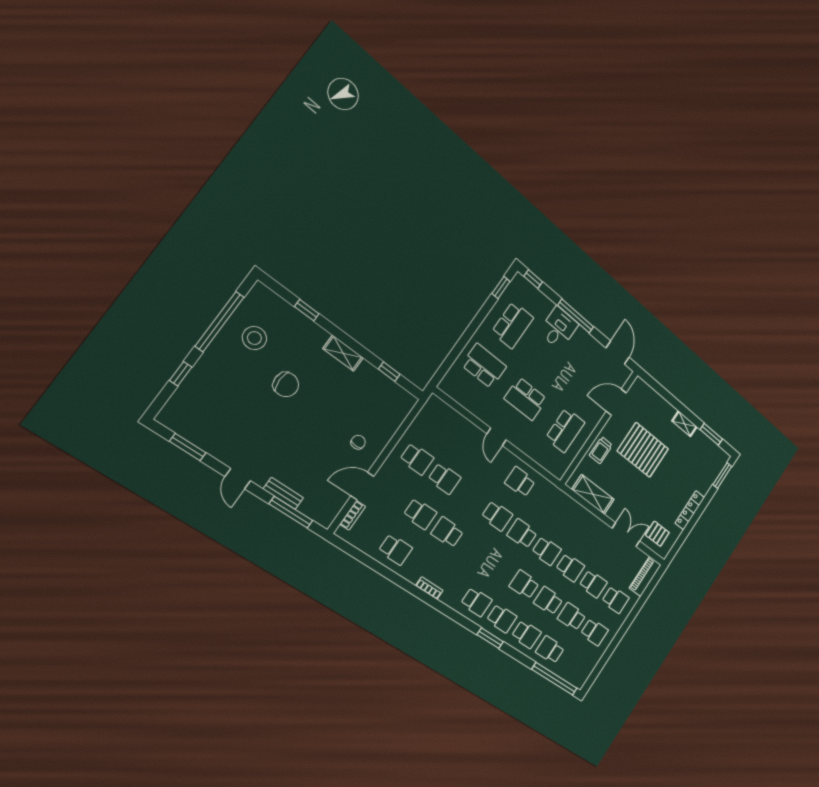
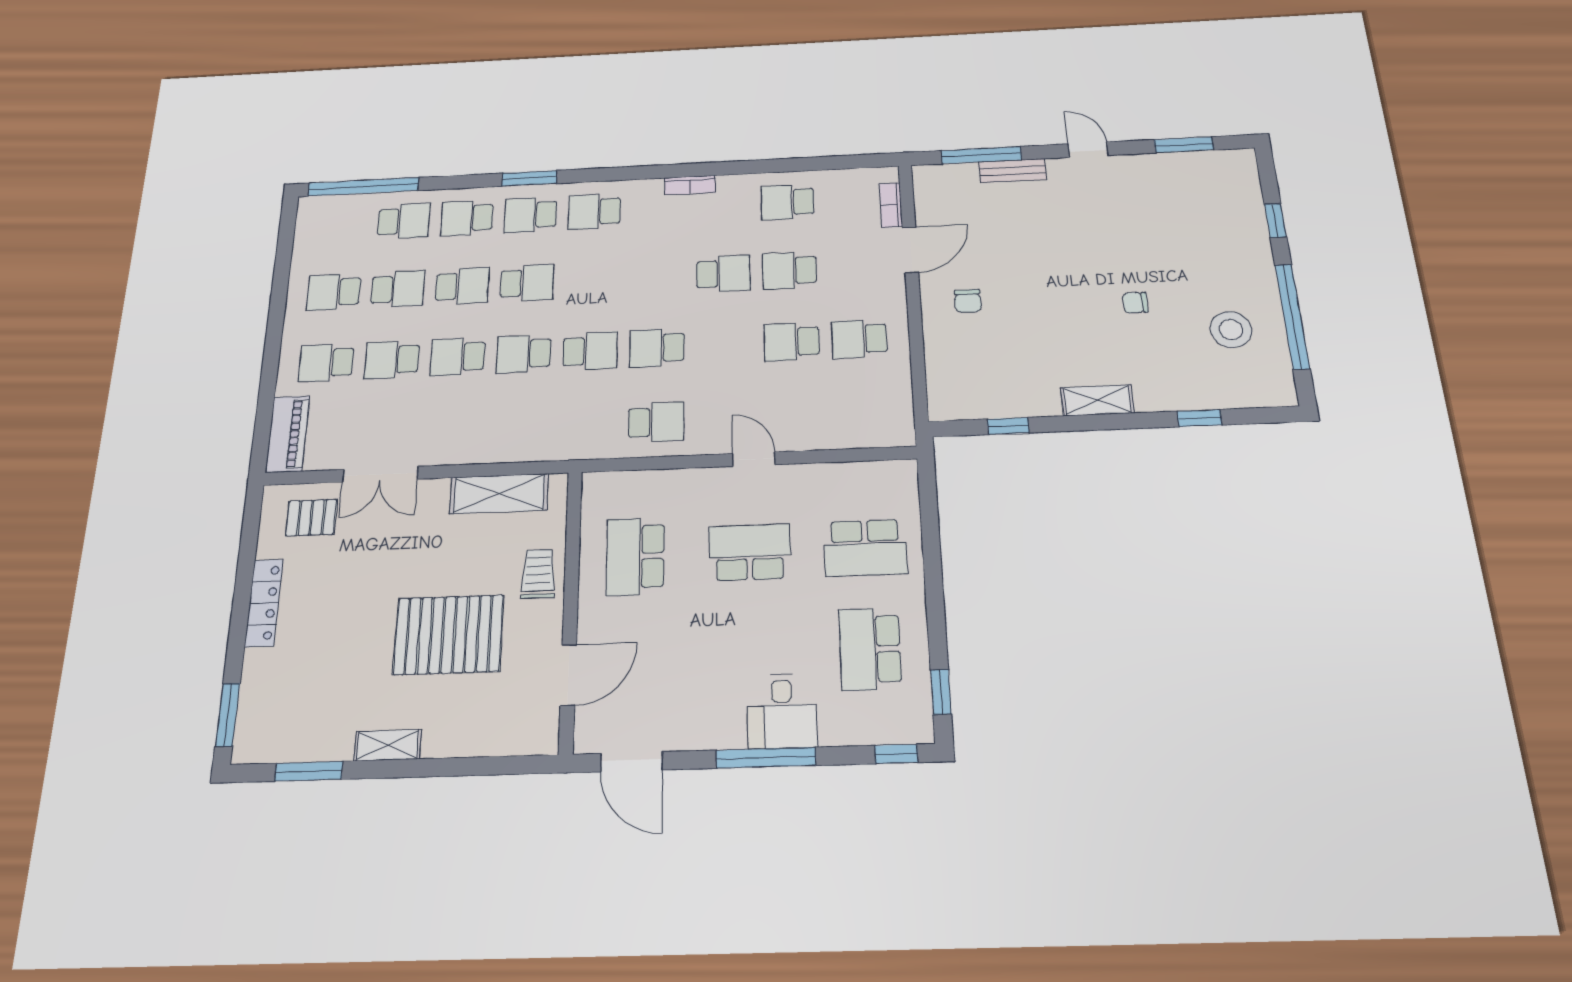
chair: (286, 385) -> (1135, 303), width x0.54, depth x0.54

